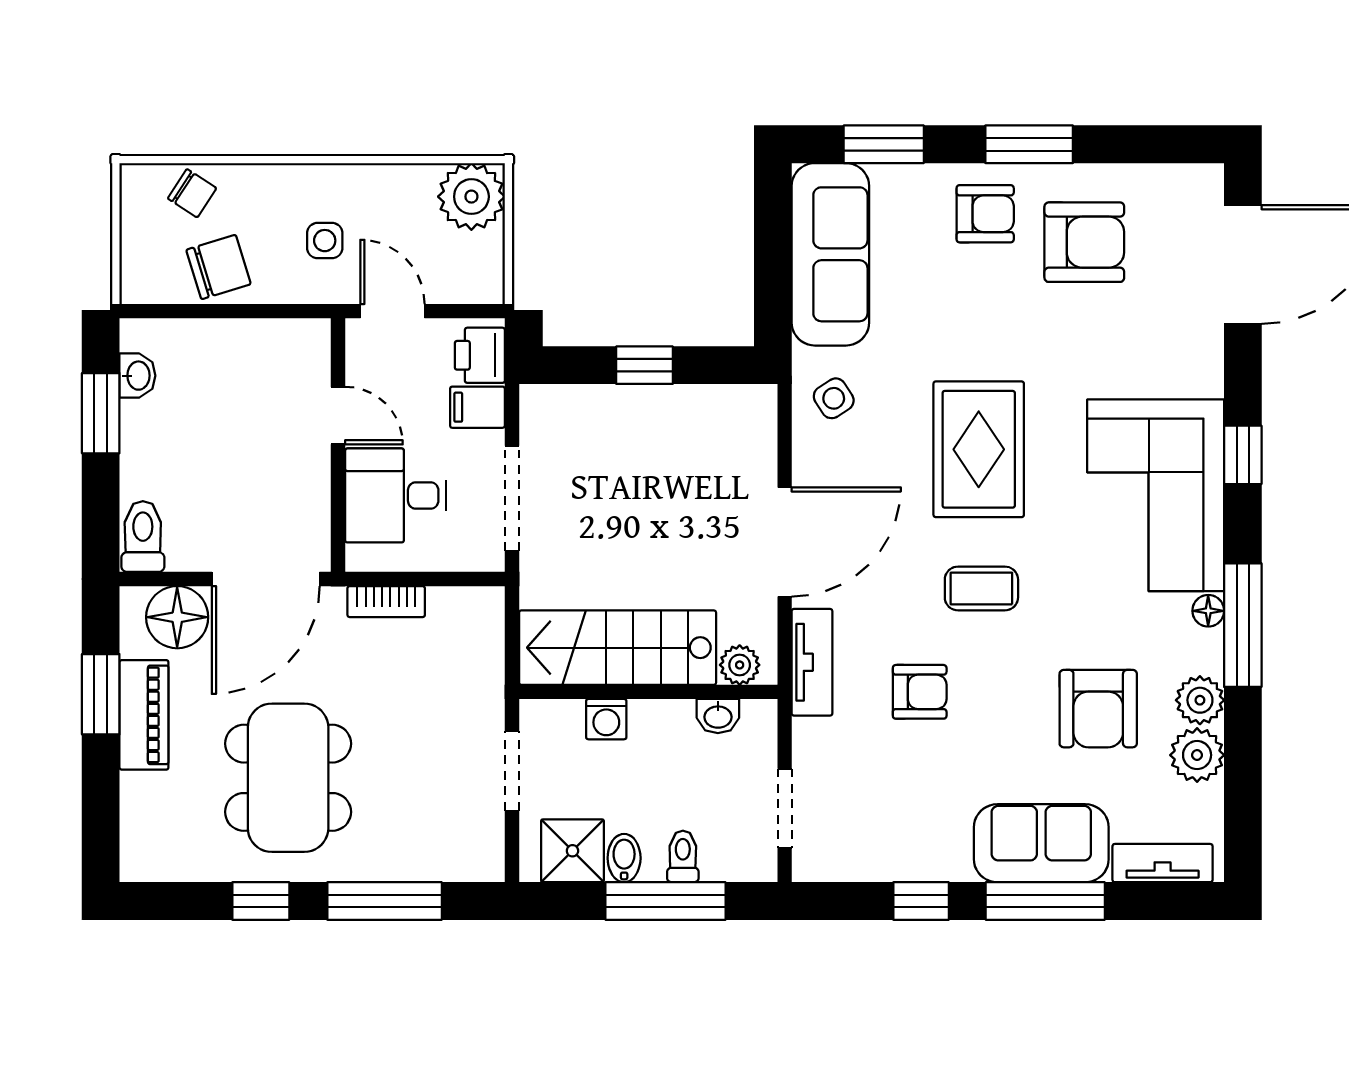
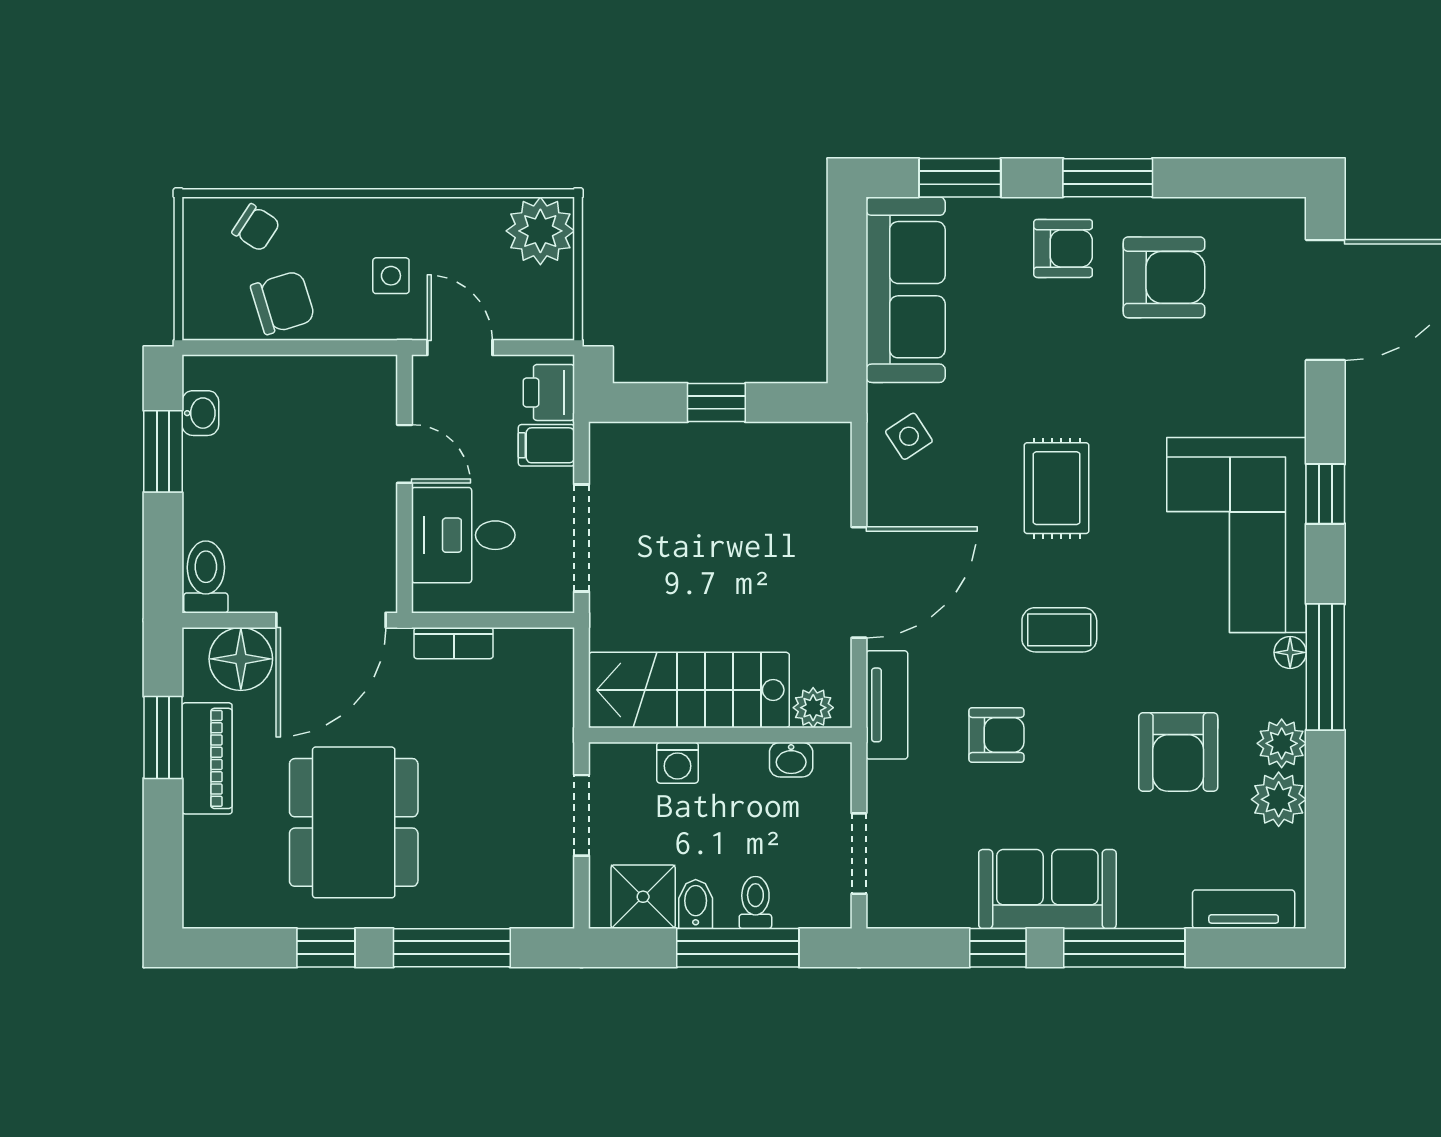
rug: (979, 449) -> (1057, 488), width x0.73, depth x0.70
sofa: (1041, 843) -> (1047, 889), moved

